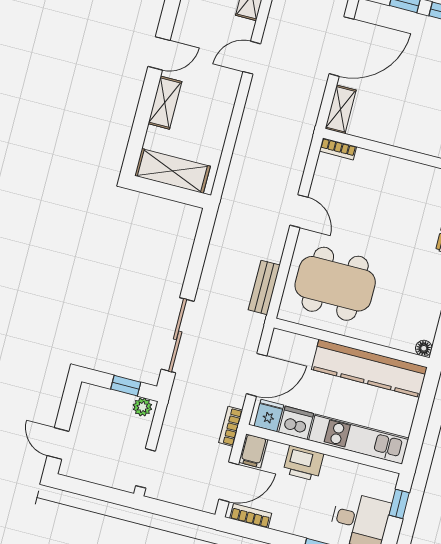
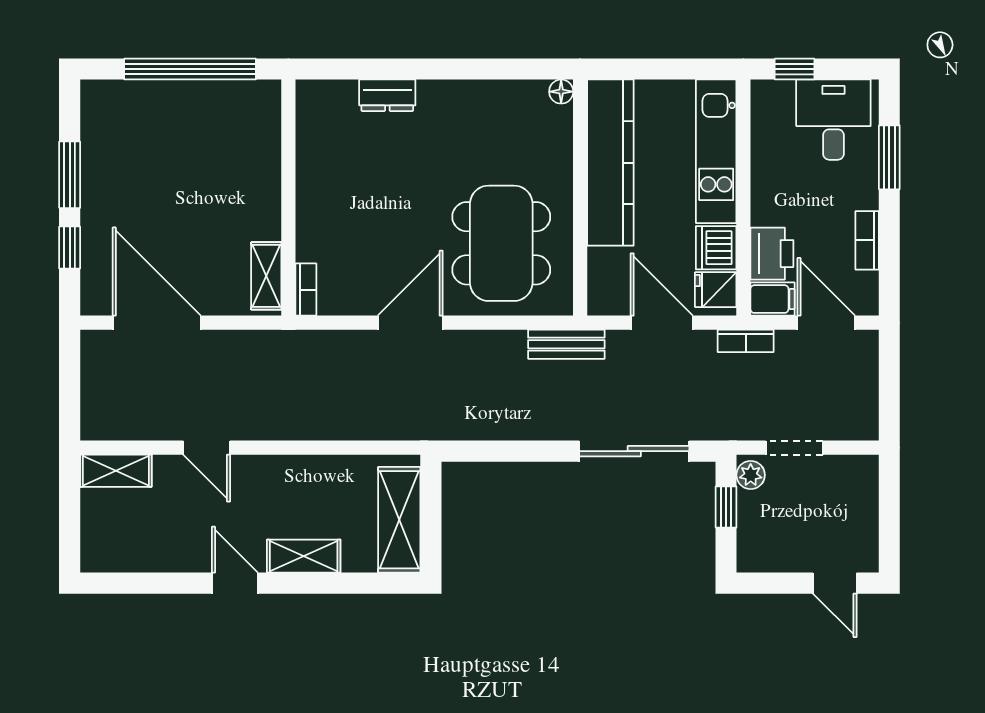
shelving: (341, 109) -> (266, 276), moved, turned 90
door: (299, 211) -> (410, 323), width x1.38
bench: (264, 287) -> (566, 344), moved
door: (58, 444) -> (835, 583), hinge flipped
printer: (303, 463) -> (772, 254), moved
doorway: (146, 468) -> (794, 448), moved
bookcase: (251, 516) -> (867, 240), moved

